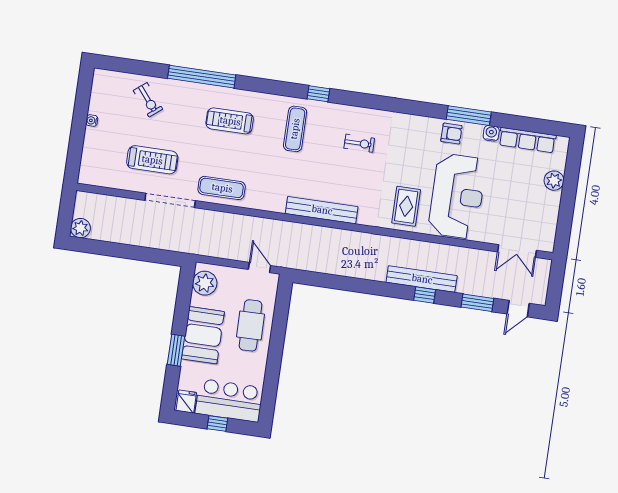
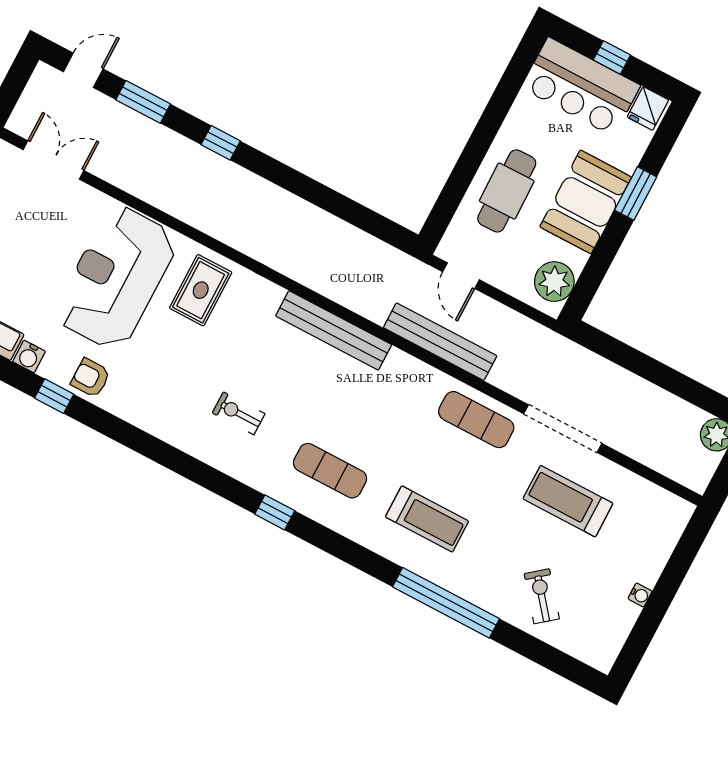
window: (469, 116) -> (54, 396), width x0.46
exercise mat: (295, 129) -> (330, 471), turned 90
bench: (422, 279) -> (440, 342), moved

